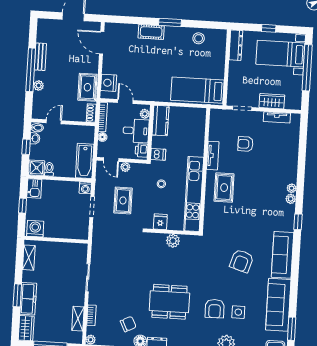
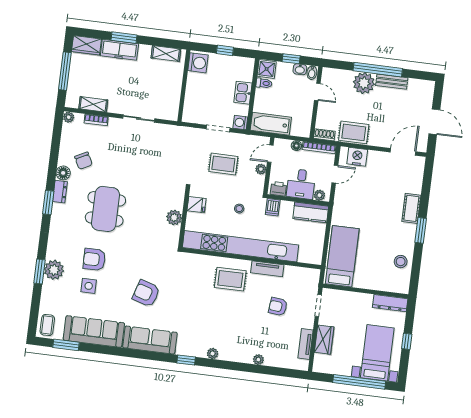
plant: (39, 85) -> (364, 83), width x1.87, depth x1.87
armchair: (245, 144) -> (278, 307), turned -84
plant: (292, 188) -> (258, 360), moved
kitchen sink: (34, 189) -> (243, 93), moved, turned 90
kitchen unit: (194, 194) -> (240, 246), width x1.36

